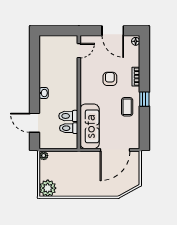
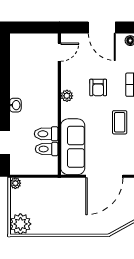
armchair: (110, 79) -> (98, 87), turned 180
plant: (85, 85) -> (67, 96), added

